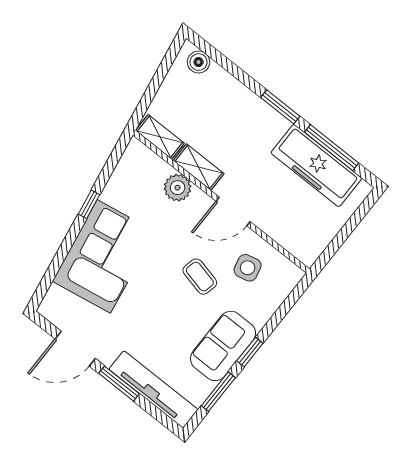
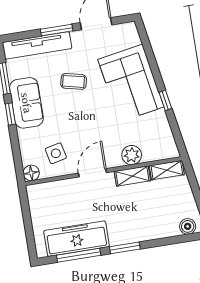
floor lamp: (291, 275) -> (31, 173), added
coffee table: (200, 277) -> (74, 81), moved

